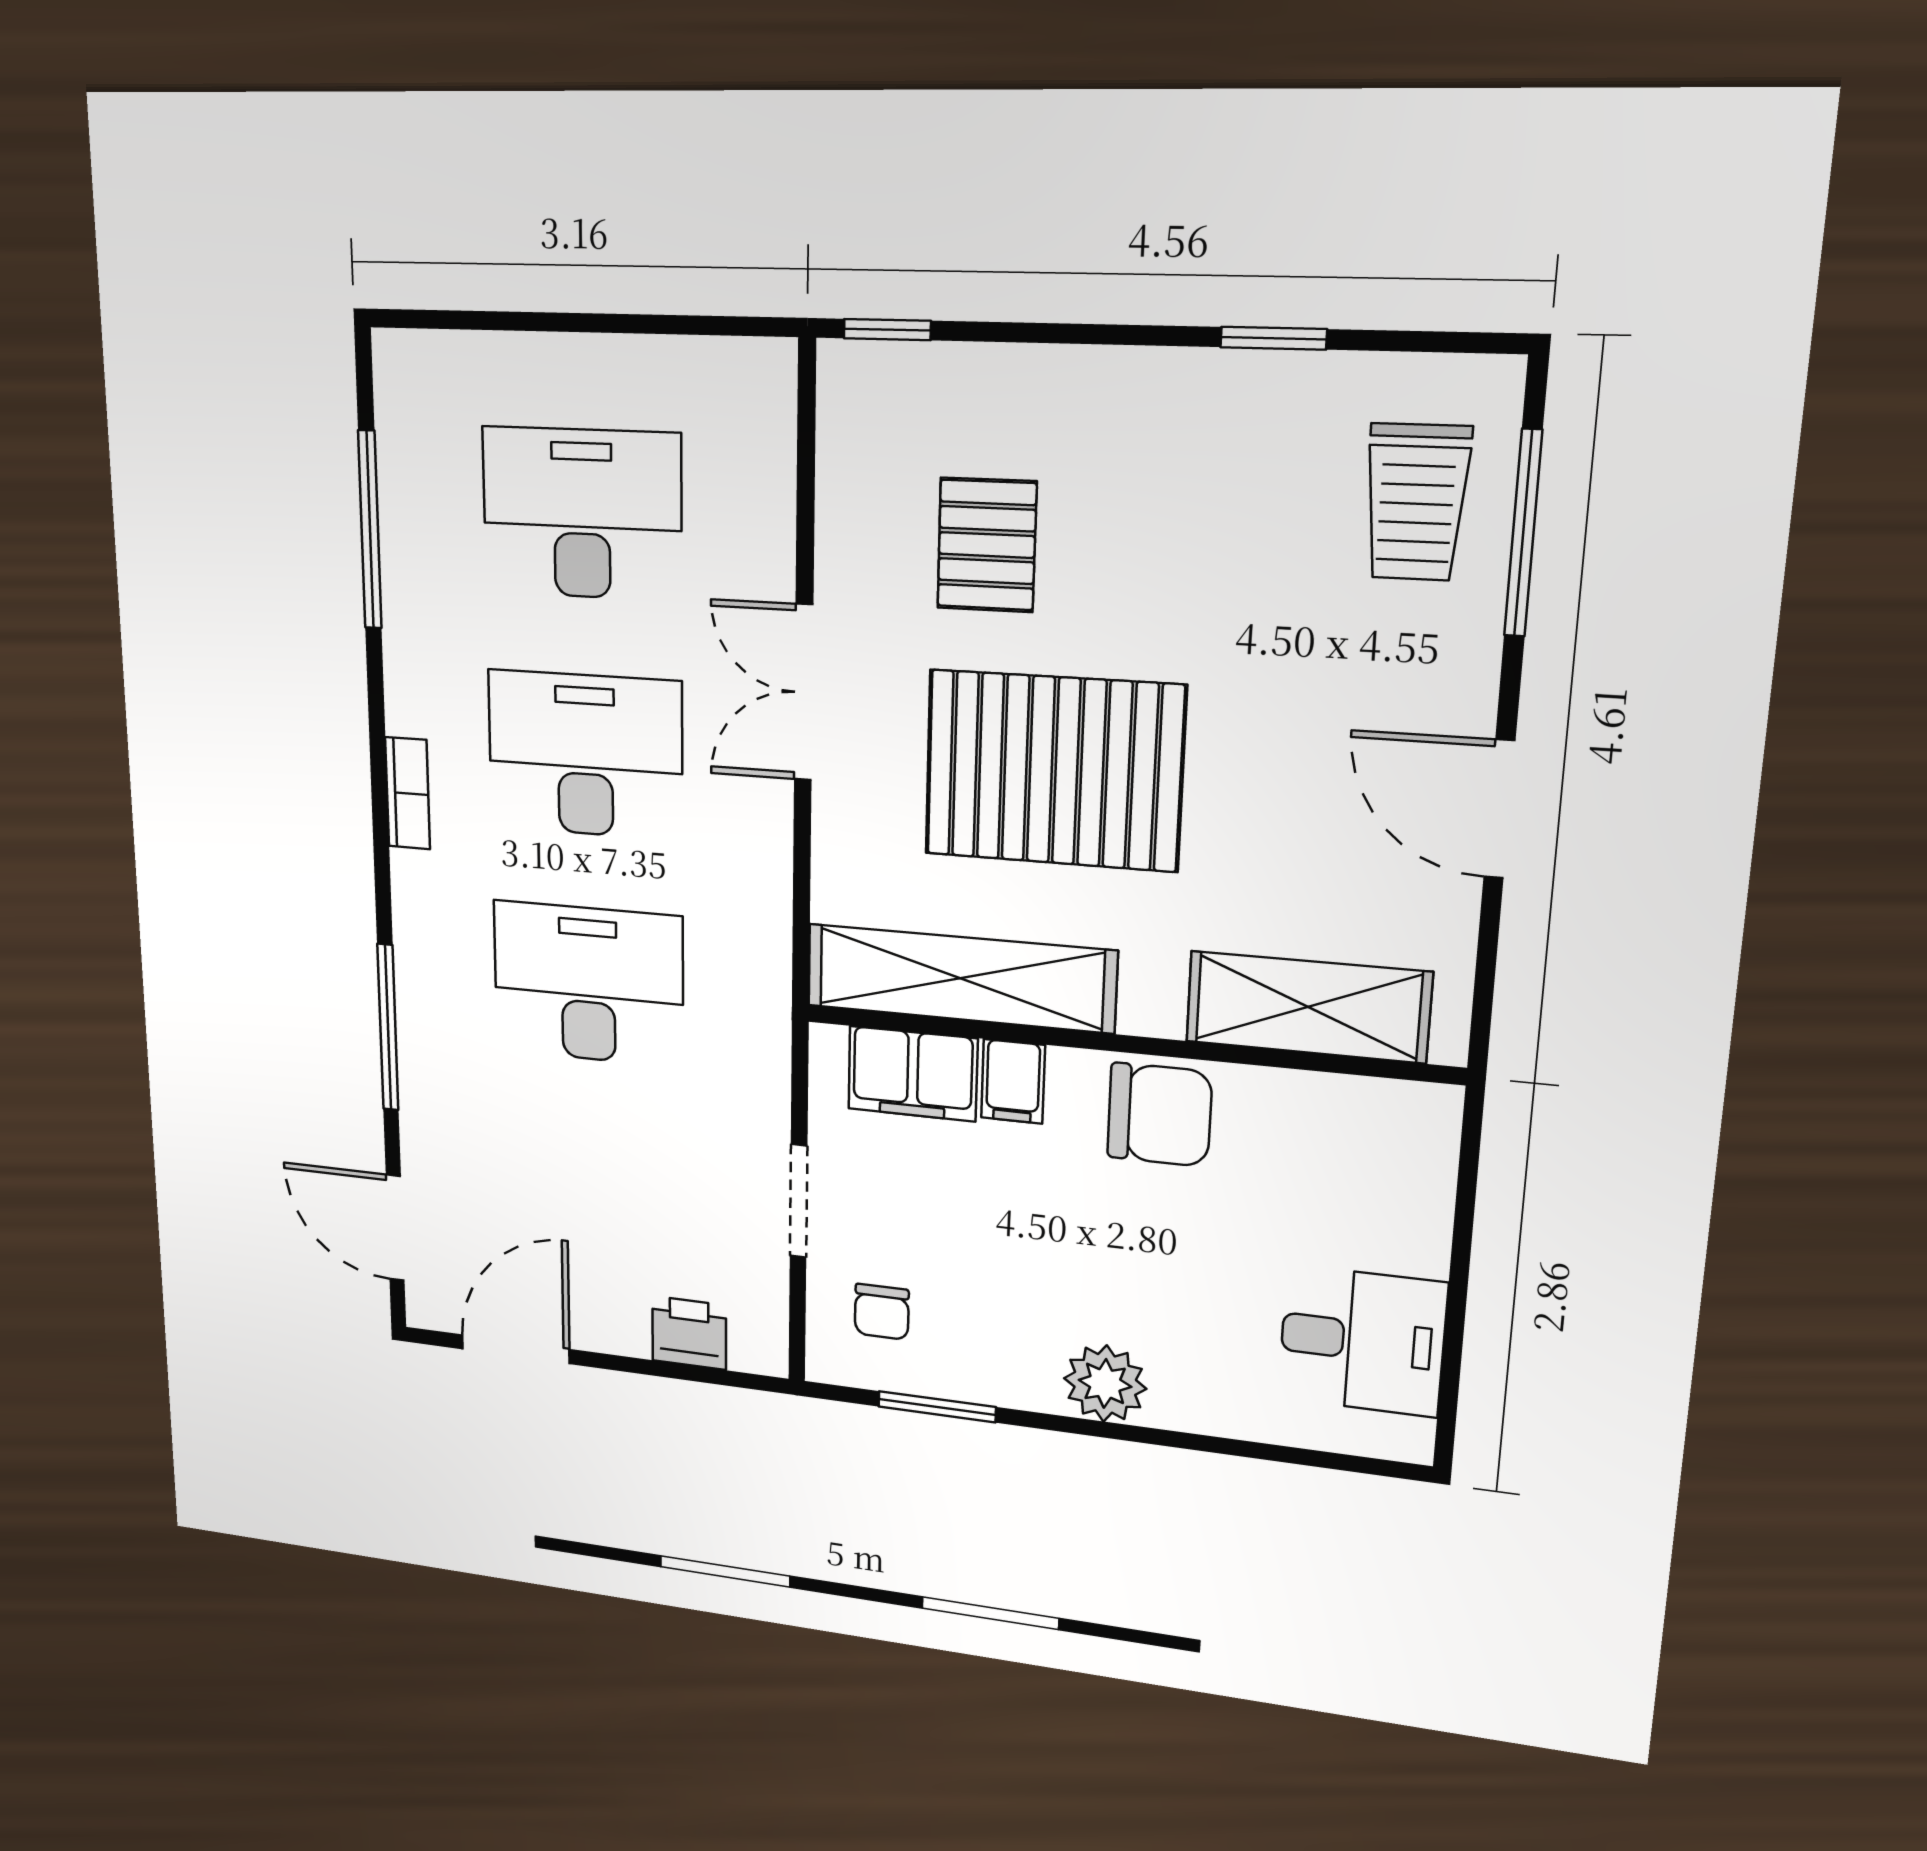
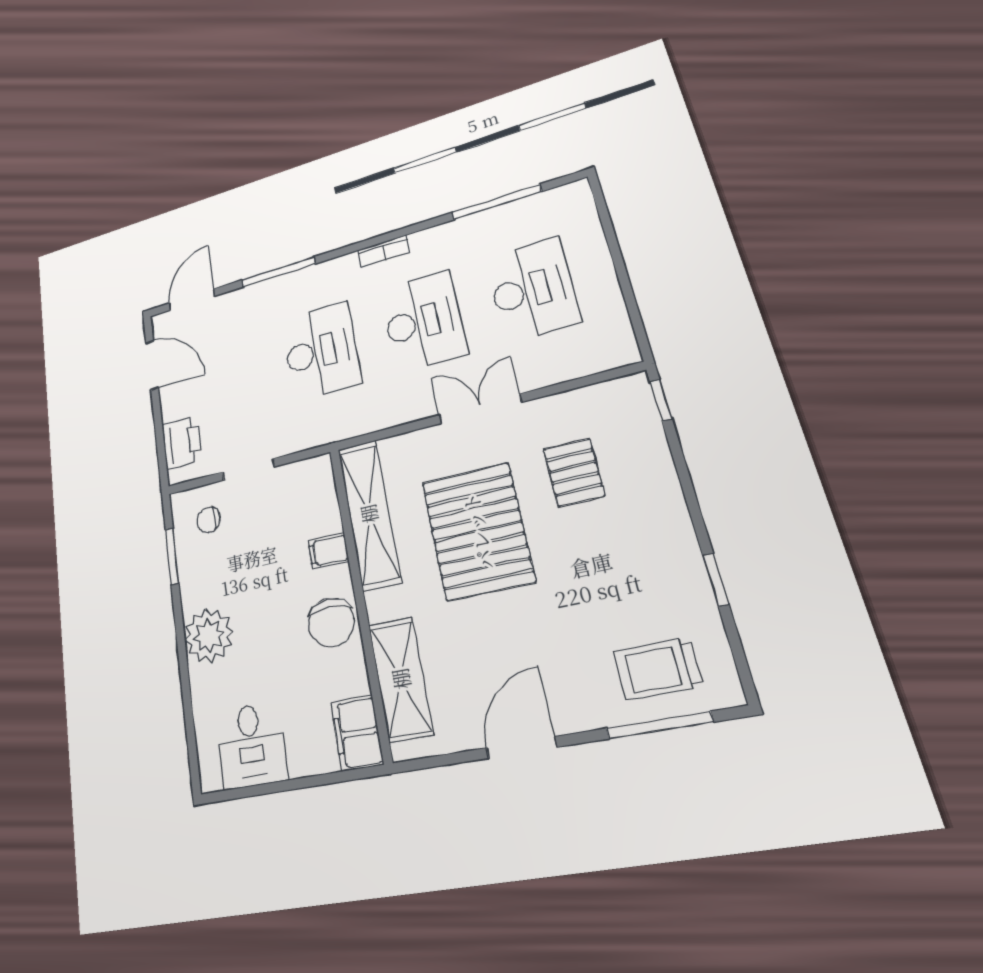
pallet: (987, 545) -> (574, 472), turned 90
filing cabinet: (913, 1074) -> (357, 733), moved
printer: (689, 1333) -> (182, 443), width x1.36, depth x1.24
plant: (1105, 1383) -> (209, 636), width x1.36, depth x1.36

